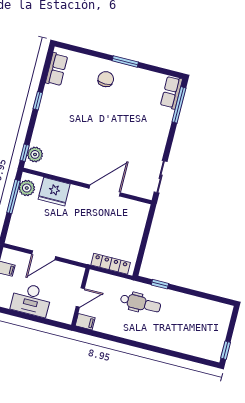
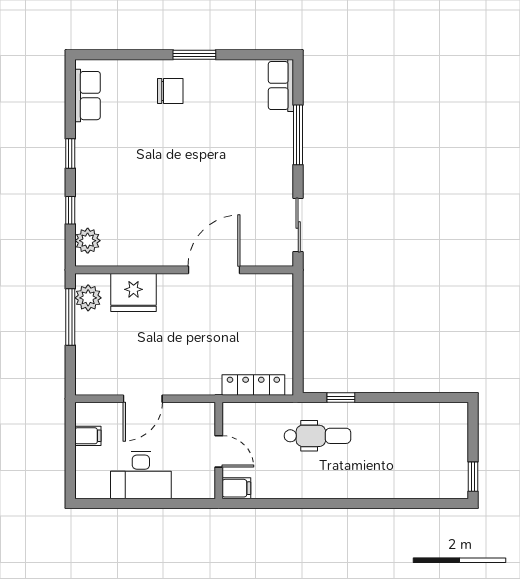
chair: (106, 79) -> (170, 91), turned 90
window: (179, 105) -> (298, 135), moved
window: (25, 153) -> (70, 210), moved
door: (80, 297) -> (219, 451), hinge flipped

